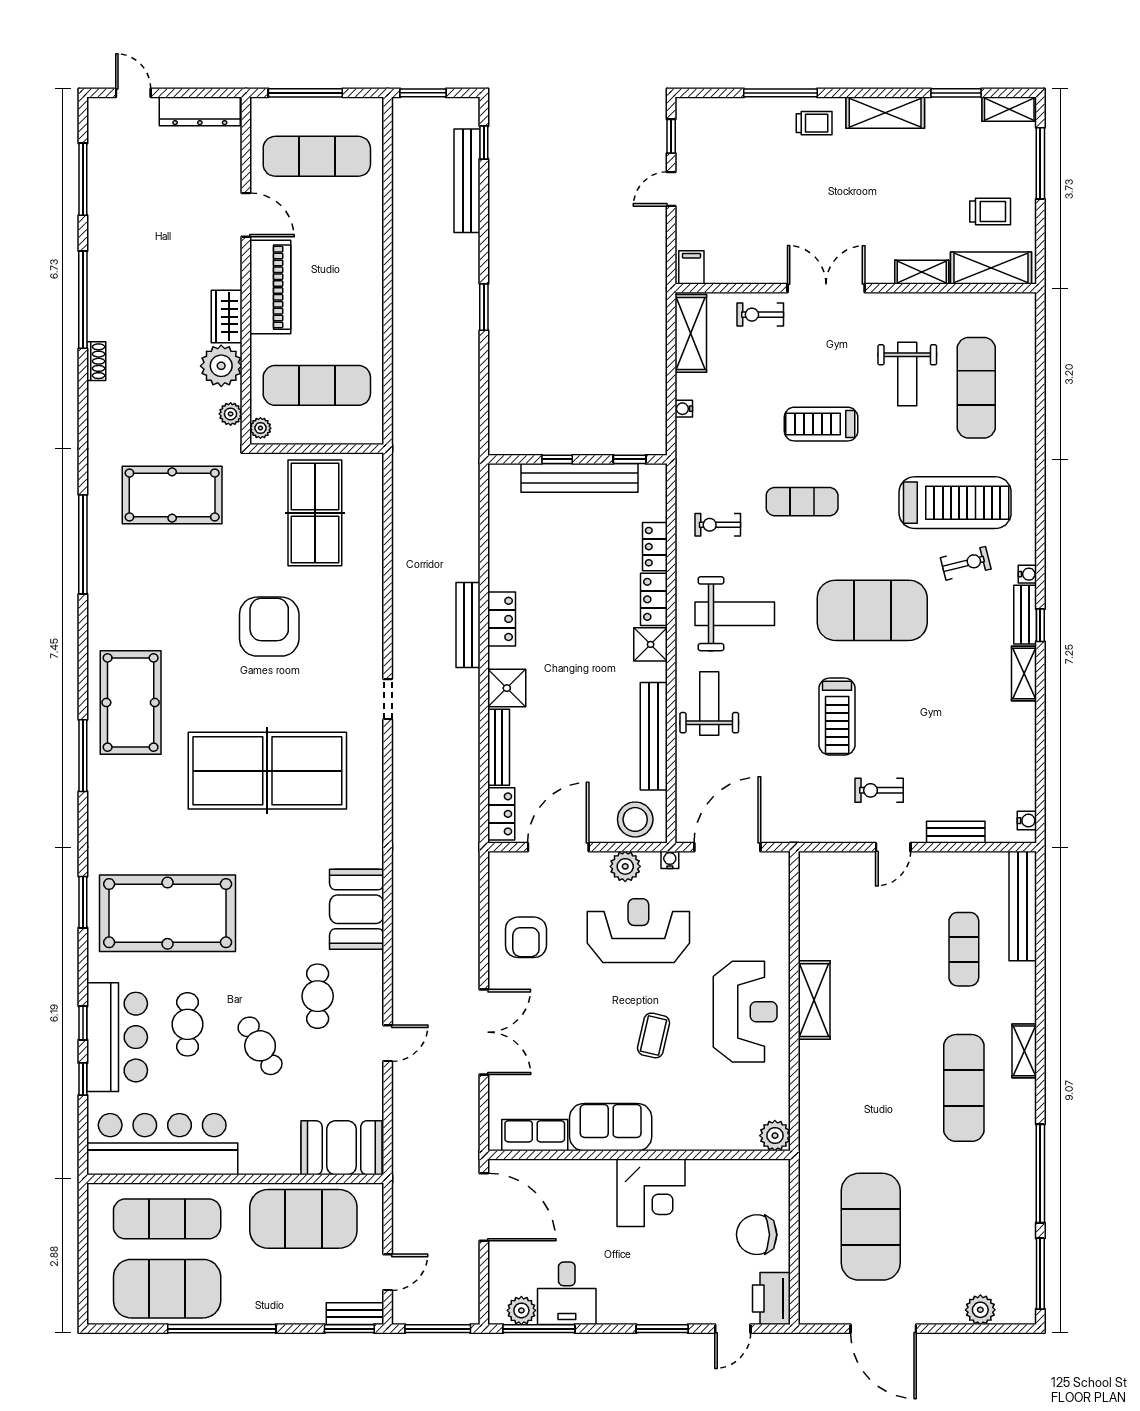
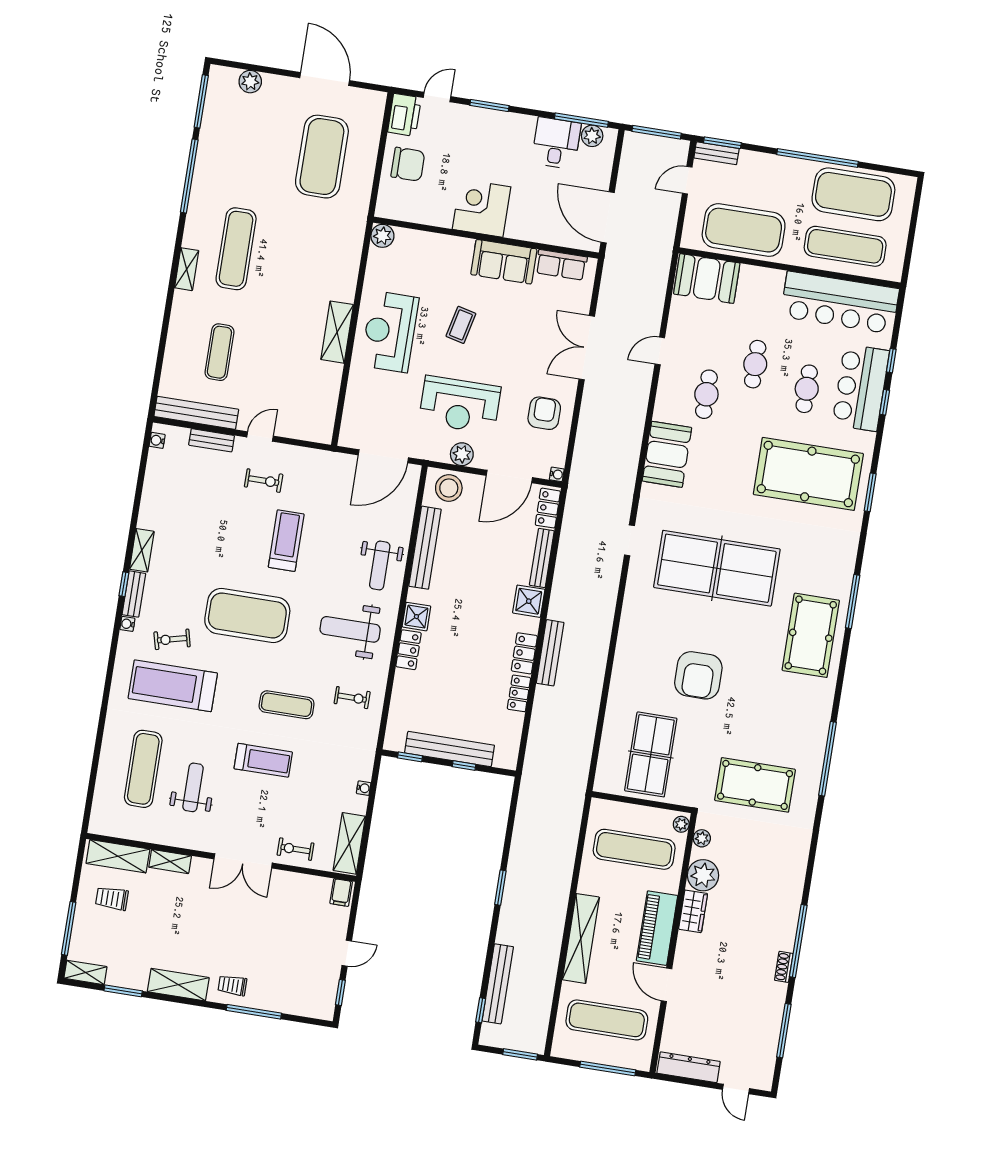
shelving: (368, 257) -> (581, 938), added
exercise bike: (760, 315) -> (295, 849), turned 180
shoe rack: (96, 361) -> (784, 967), moved
locker: (655, 547) -> (519, 693), moved, turned 180
doorway: (388, 699) -> (629, 540), moved
water cooler: (670, 860) -> (557, 474), moved, turned -90
bench: (1023, 906) -> (196, 413), moved, turned 90
cafe table: (260, 1046) -> (755, 364), turned 31

